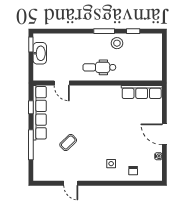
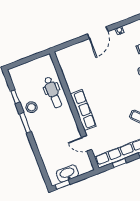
dental chair: (99, 67) -> (53, 92), moved
door: (62, 83) -> (87, 143), swing flipped
row of seats: (142, 92) -> (83, 110), moved

